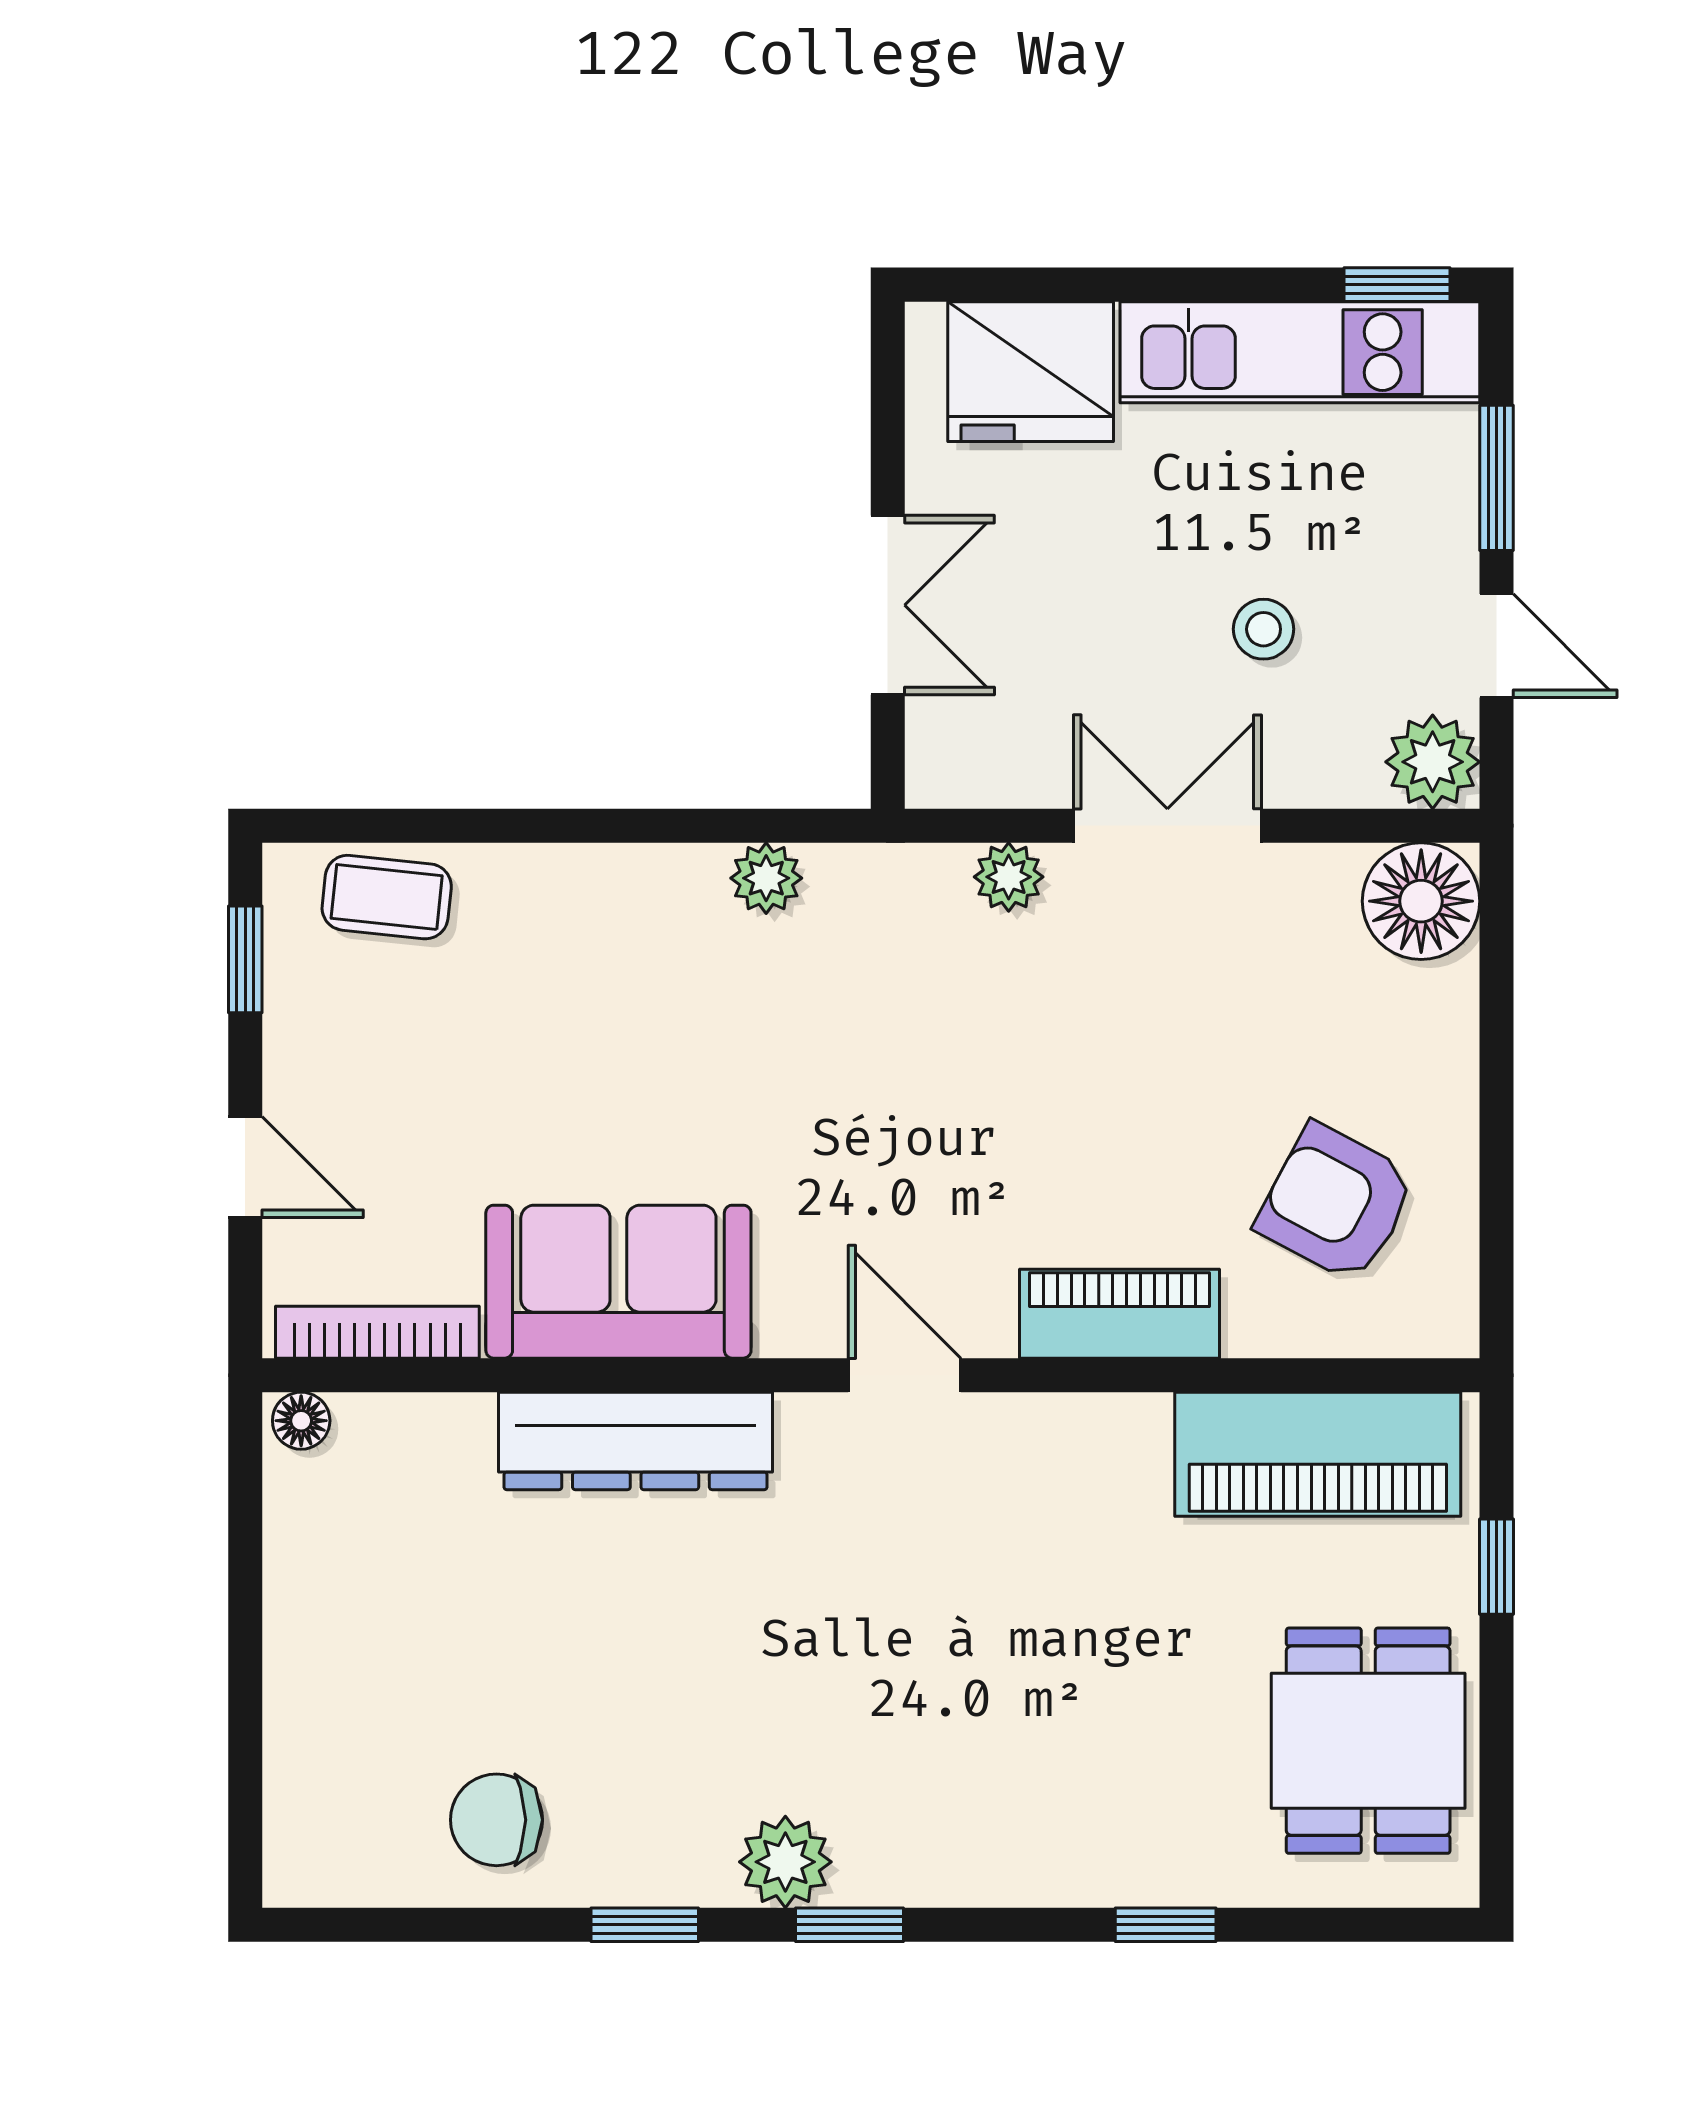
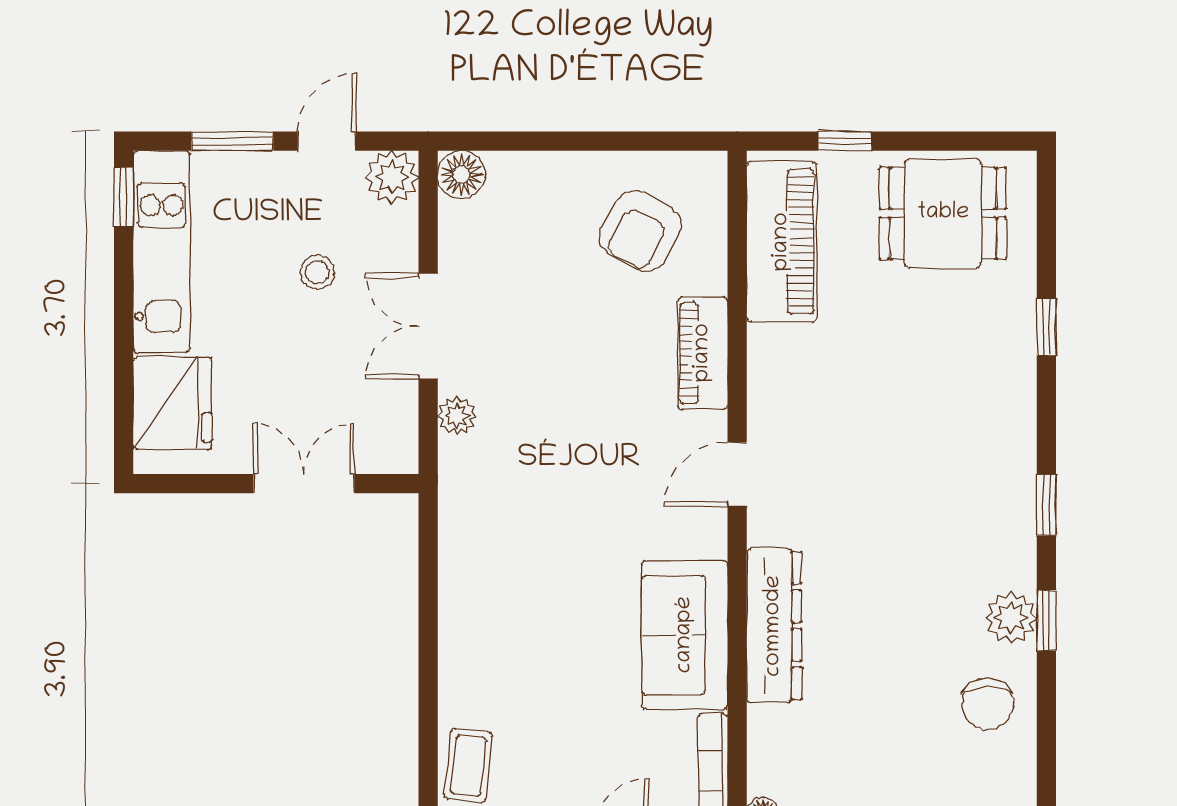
plant: (766, 878) -> (458, 552), removed
floor lamp: (1421, 901) -> (462, 175), width x0.73, depth x0.73
plant: (785, 1862) -> (1011, 618), moved

